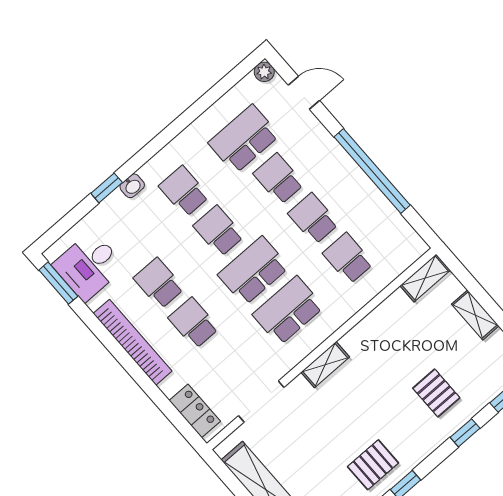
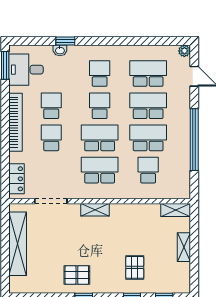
school desk: (279, 179) -> (148, 106), width x1.85
washbasin: (132, 186) -> (60, 50), moved
school desk: (313, 219) -> (148, 138), width x1.85

